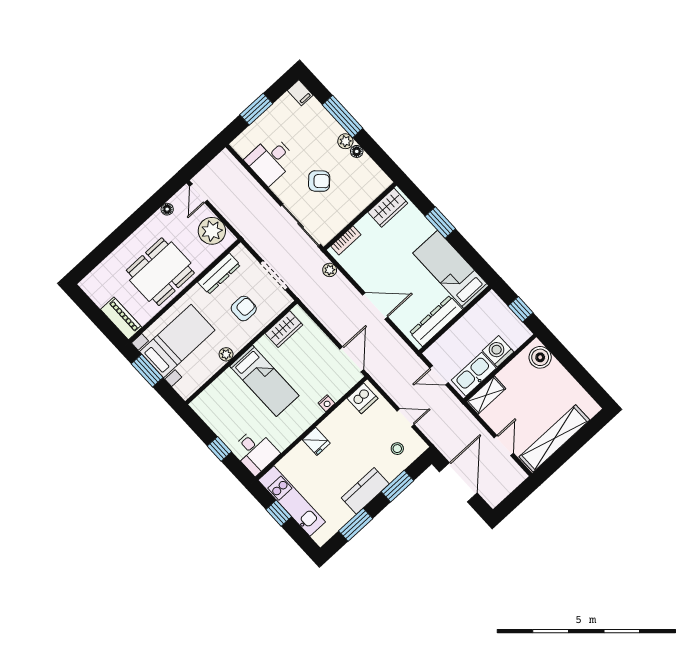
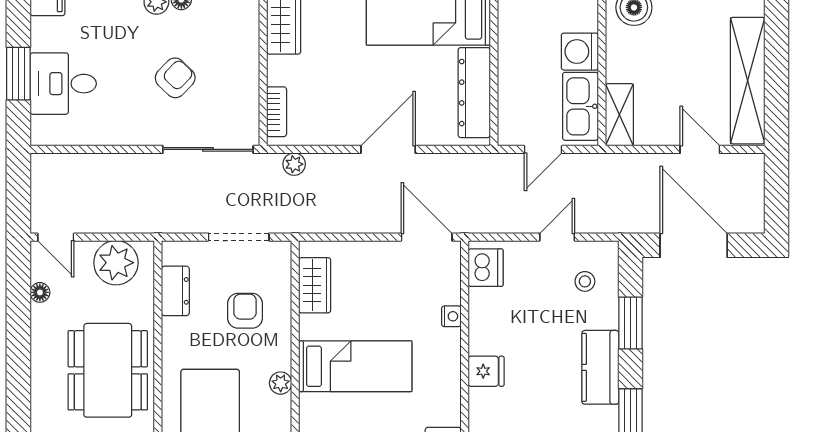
desk: (271, 160) -> (63, 84), moved, turned 90
dresser: (219, 274) -> (175, 291), width x0.70

